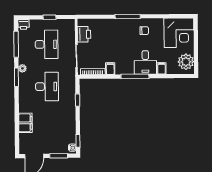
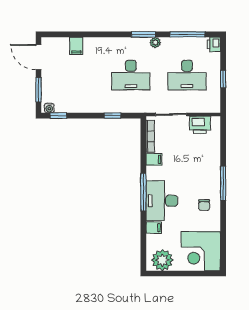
desk: (145, 62) -> (162, 201), width x1.37
filing cabinet: (25, 123) -> (76, 46), width x0.50

